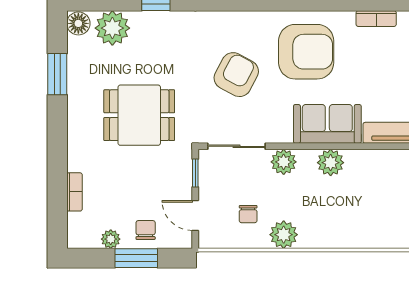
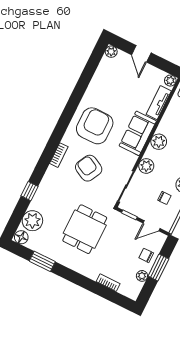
bookcase: (376, 19) -> (59, 155), moved

